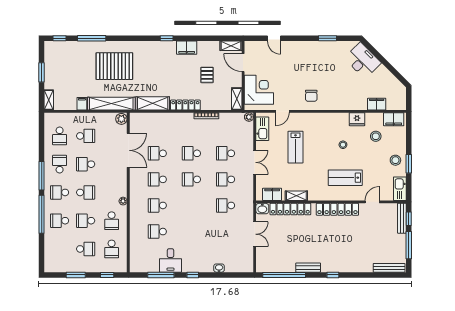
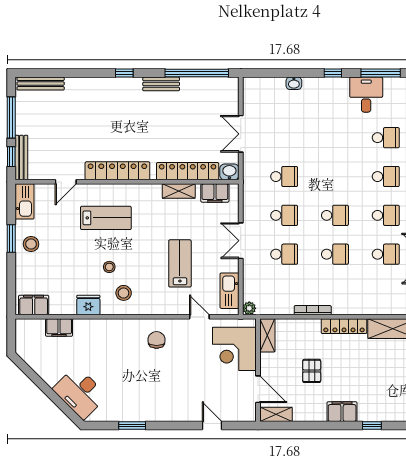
door: (282, 111) -> (199, 317), hinge flipped
stool: (376, 136) -> (124, 293), moved

